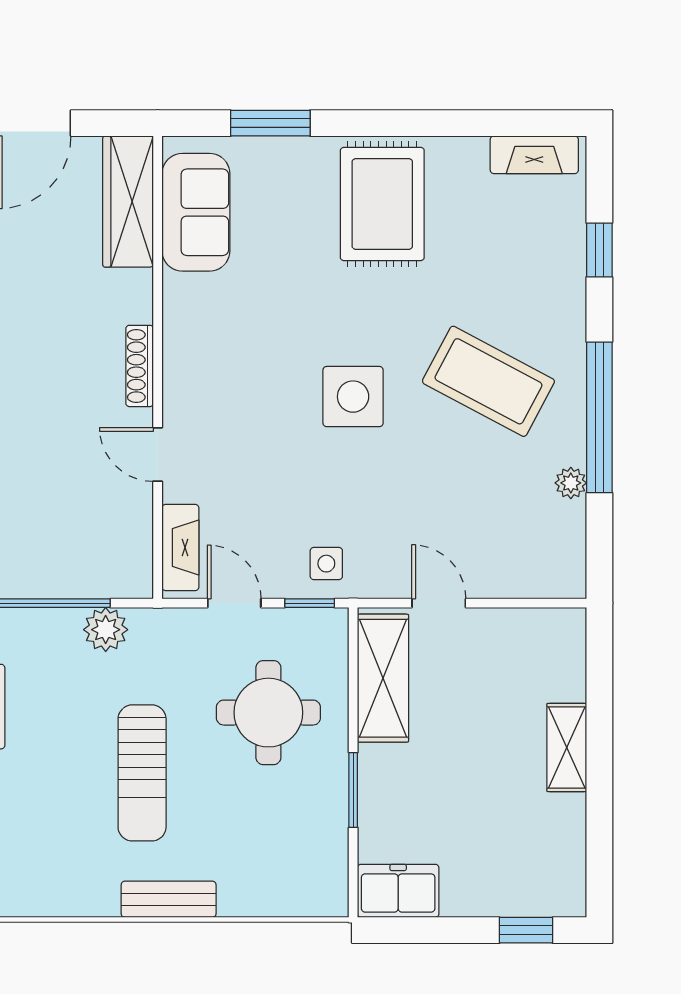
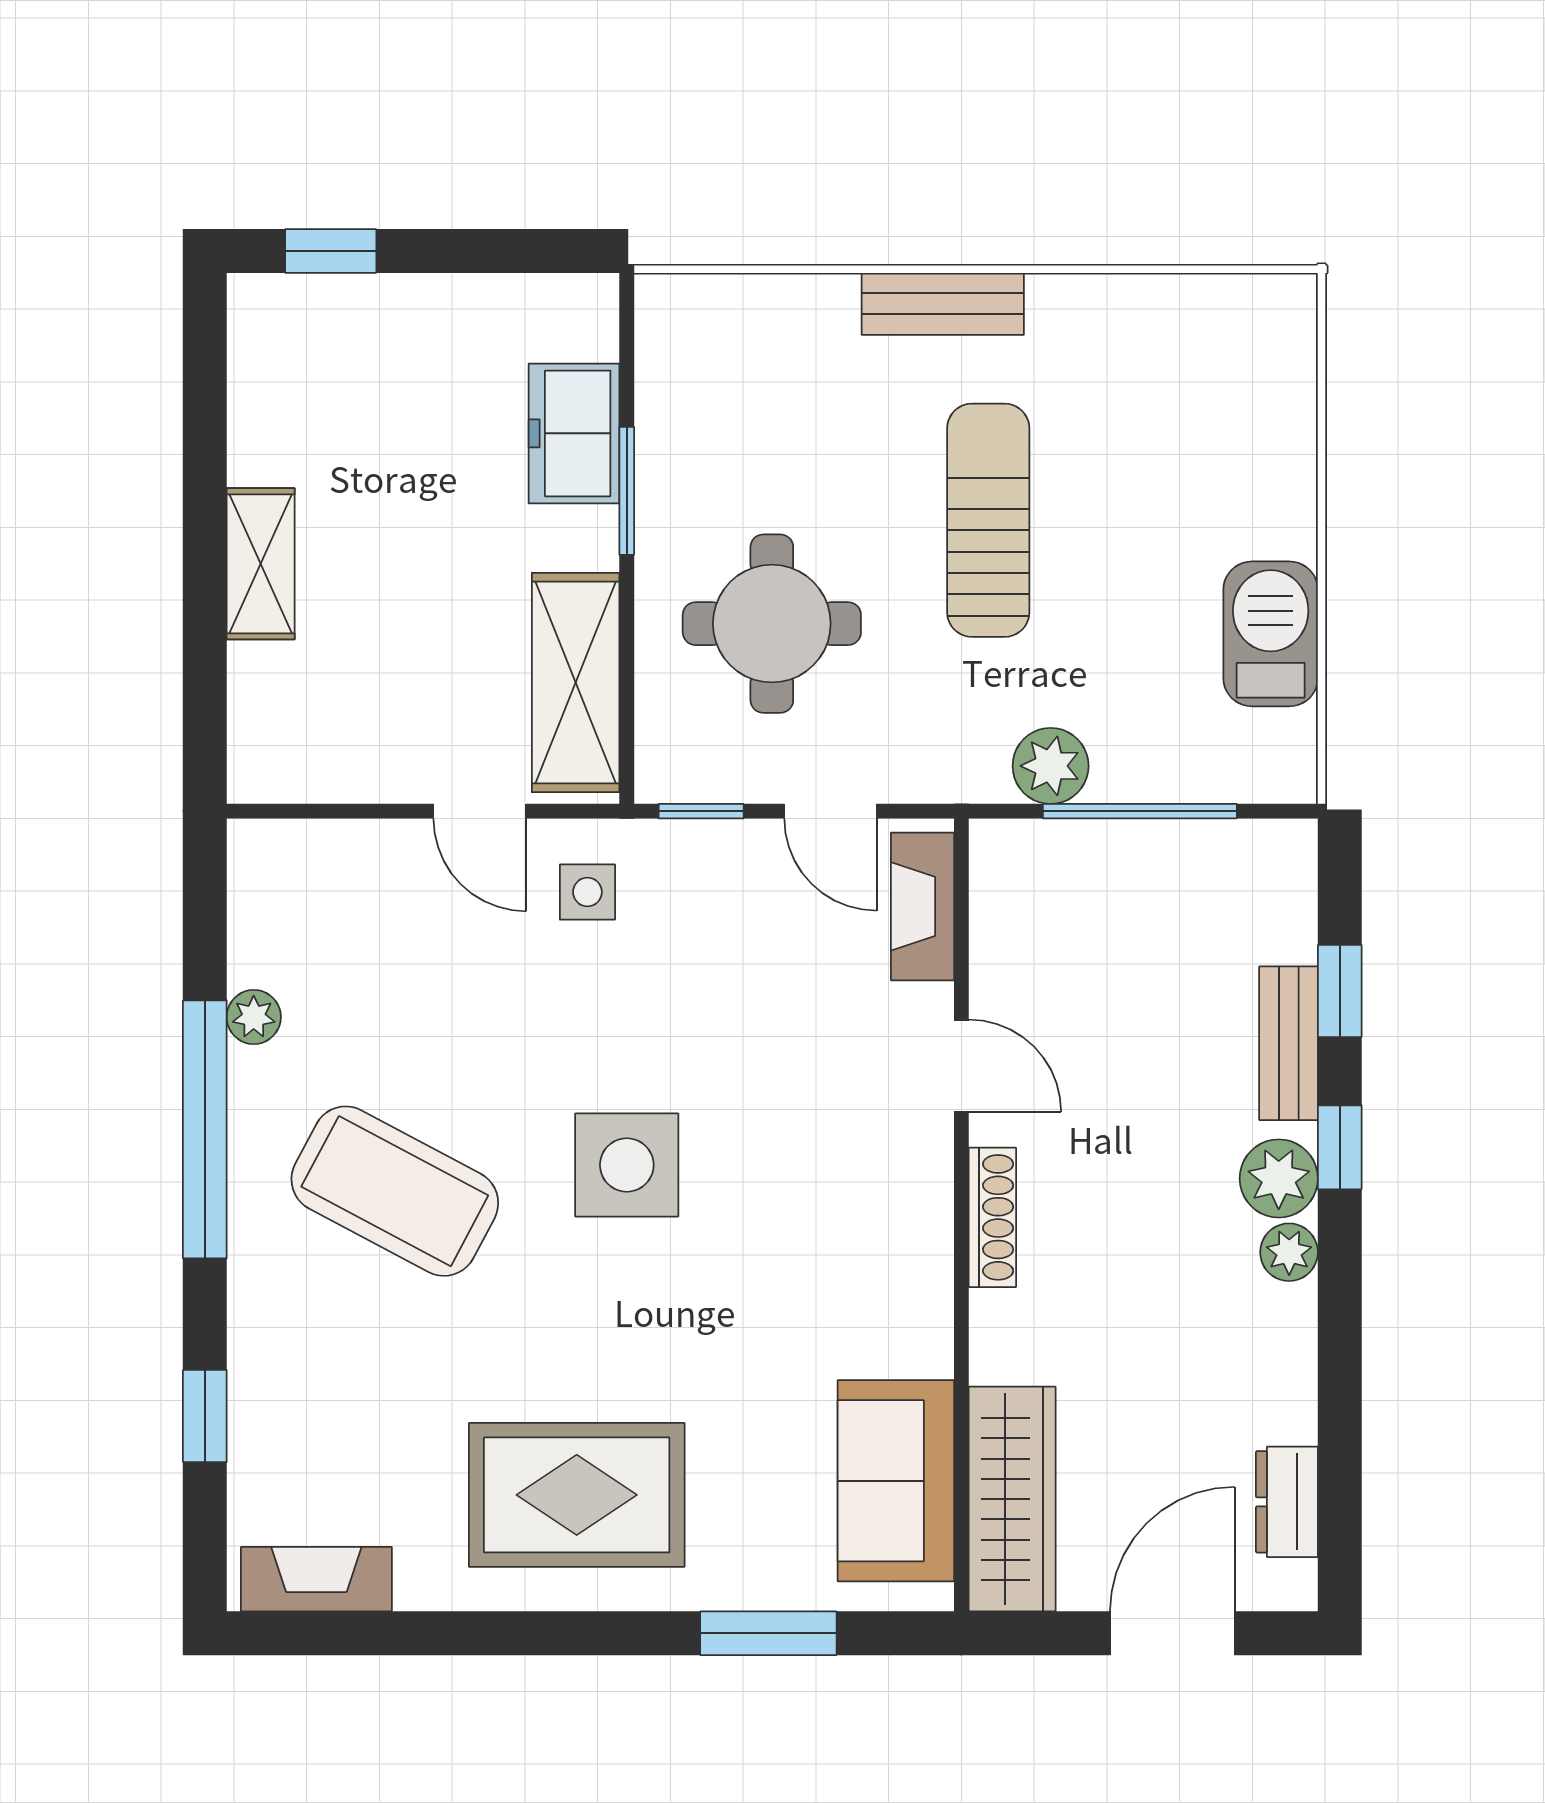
rug: (382, 204) -> (577, 1495), turned 90
side table: (326, 564) -> (587, 892), moved
freezer: (398, 891) -> (574, 433), moved, turned 90

